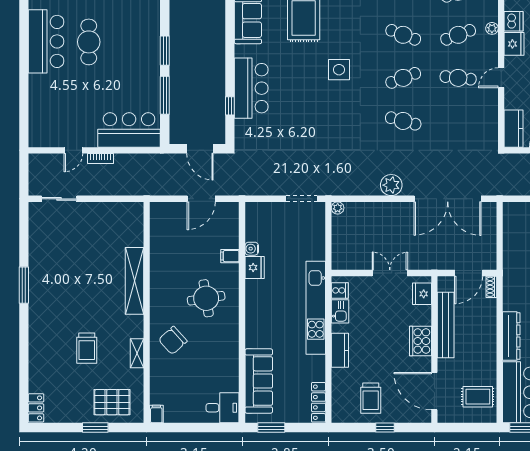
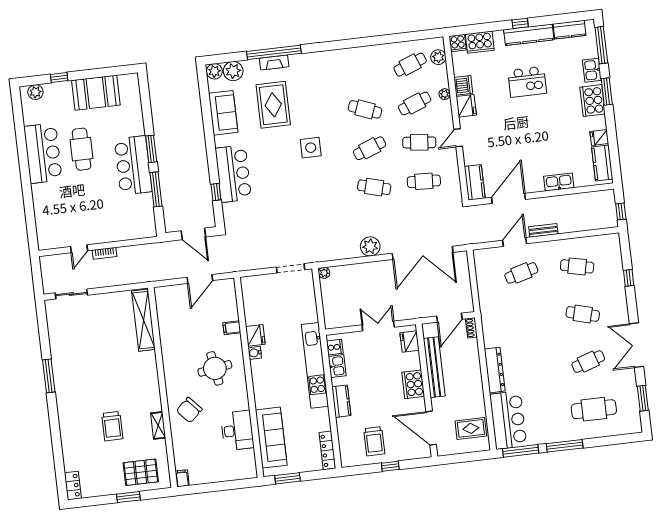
cafe table: (458, 121) -> (424, 181), added
bar counter: (129, 130) -> (133, 165), moved, turned -90
water cooler: (252, 249) -> (255, 353), moved
shelving: (134, 281) -> (143, 320), moved
desk: (223, 408) -> (237, 430), moved, width x1.37

